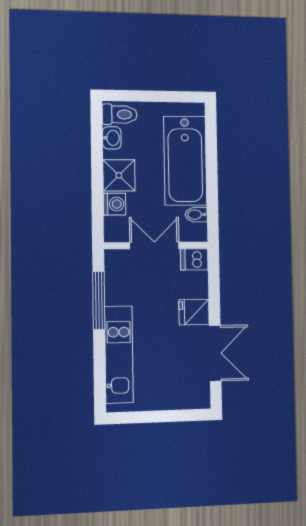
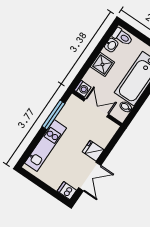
washing machine: (114, 204) -> (83, 89), moved
dishwasher: (194, 259) -> (67, 191), moved

